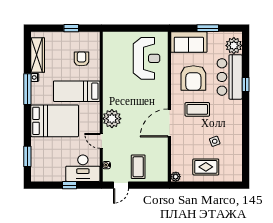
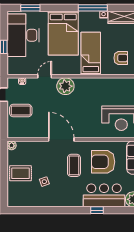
rug: (206, 167) -> (21, 173), turned 90
desk: (83, 168) -> (23, 35), moved, width x1.36, depth x1.30

